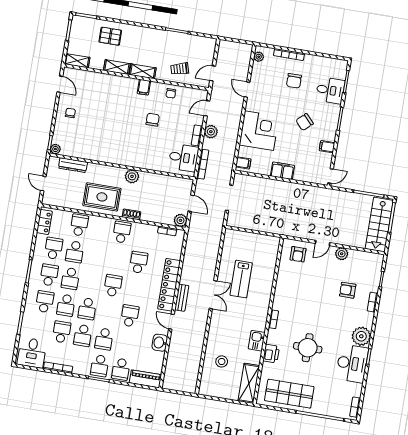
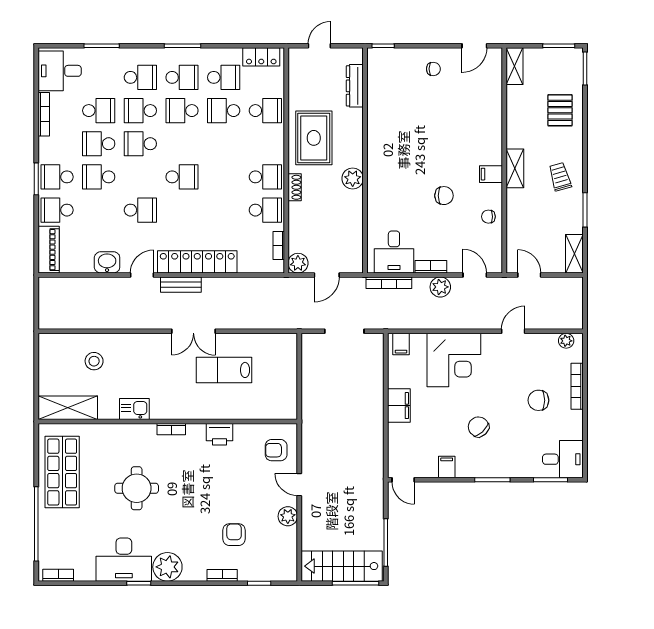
shelving: (117, 67) -> (574, 254), moved
trolley: (180, 69) -> (560, 177), moved
desk: (330, 90) -> (563, 459), moved, turned -90
plant: (55, 149) -> (375, 55), removed
school desk: (139, 262) -> (265, 210), moved
printer: (271, 354) -> (219, 434), moved

